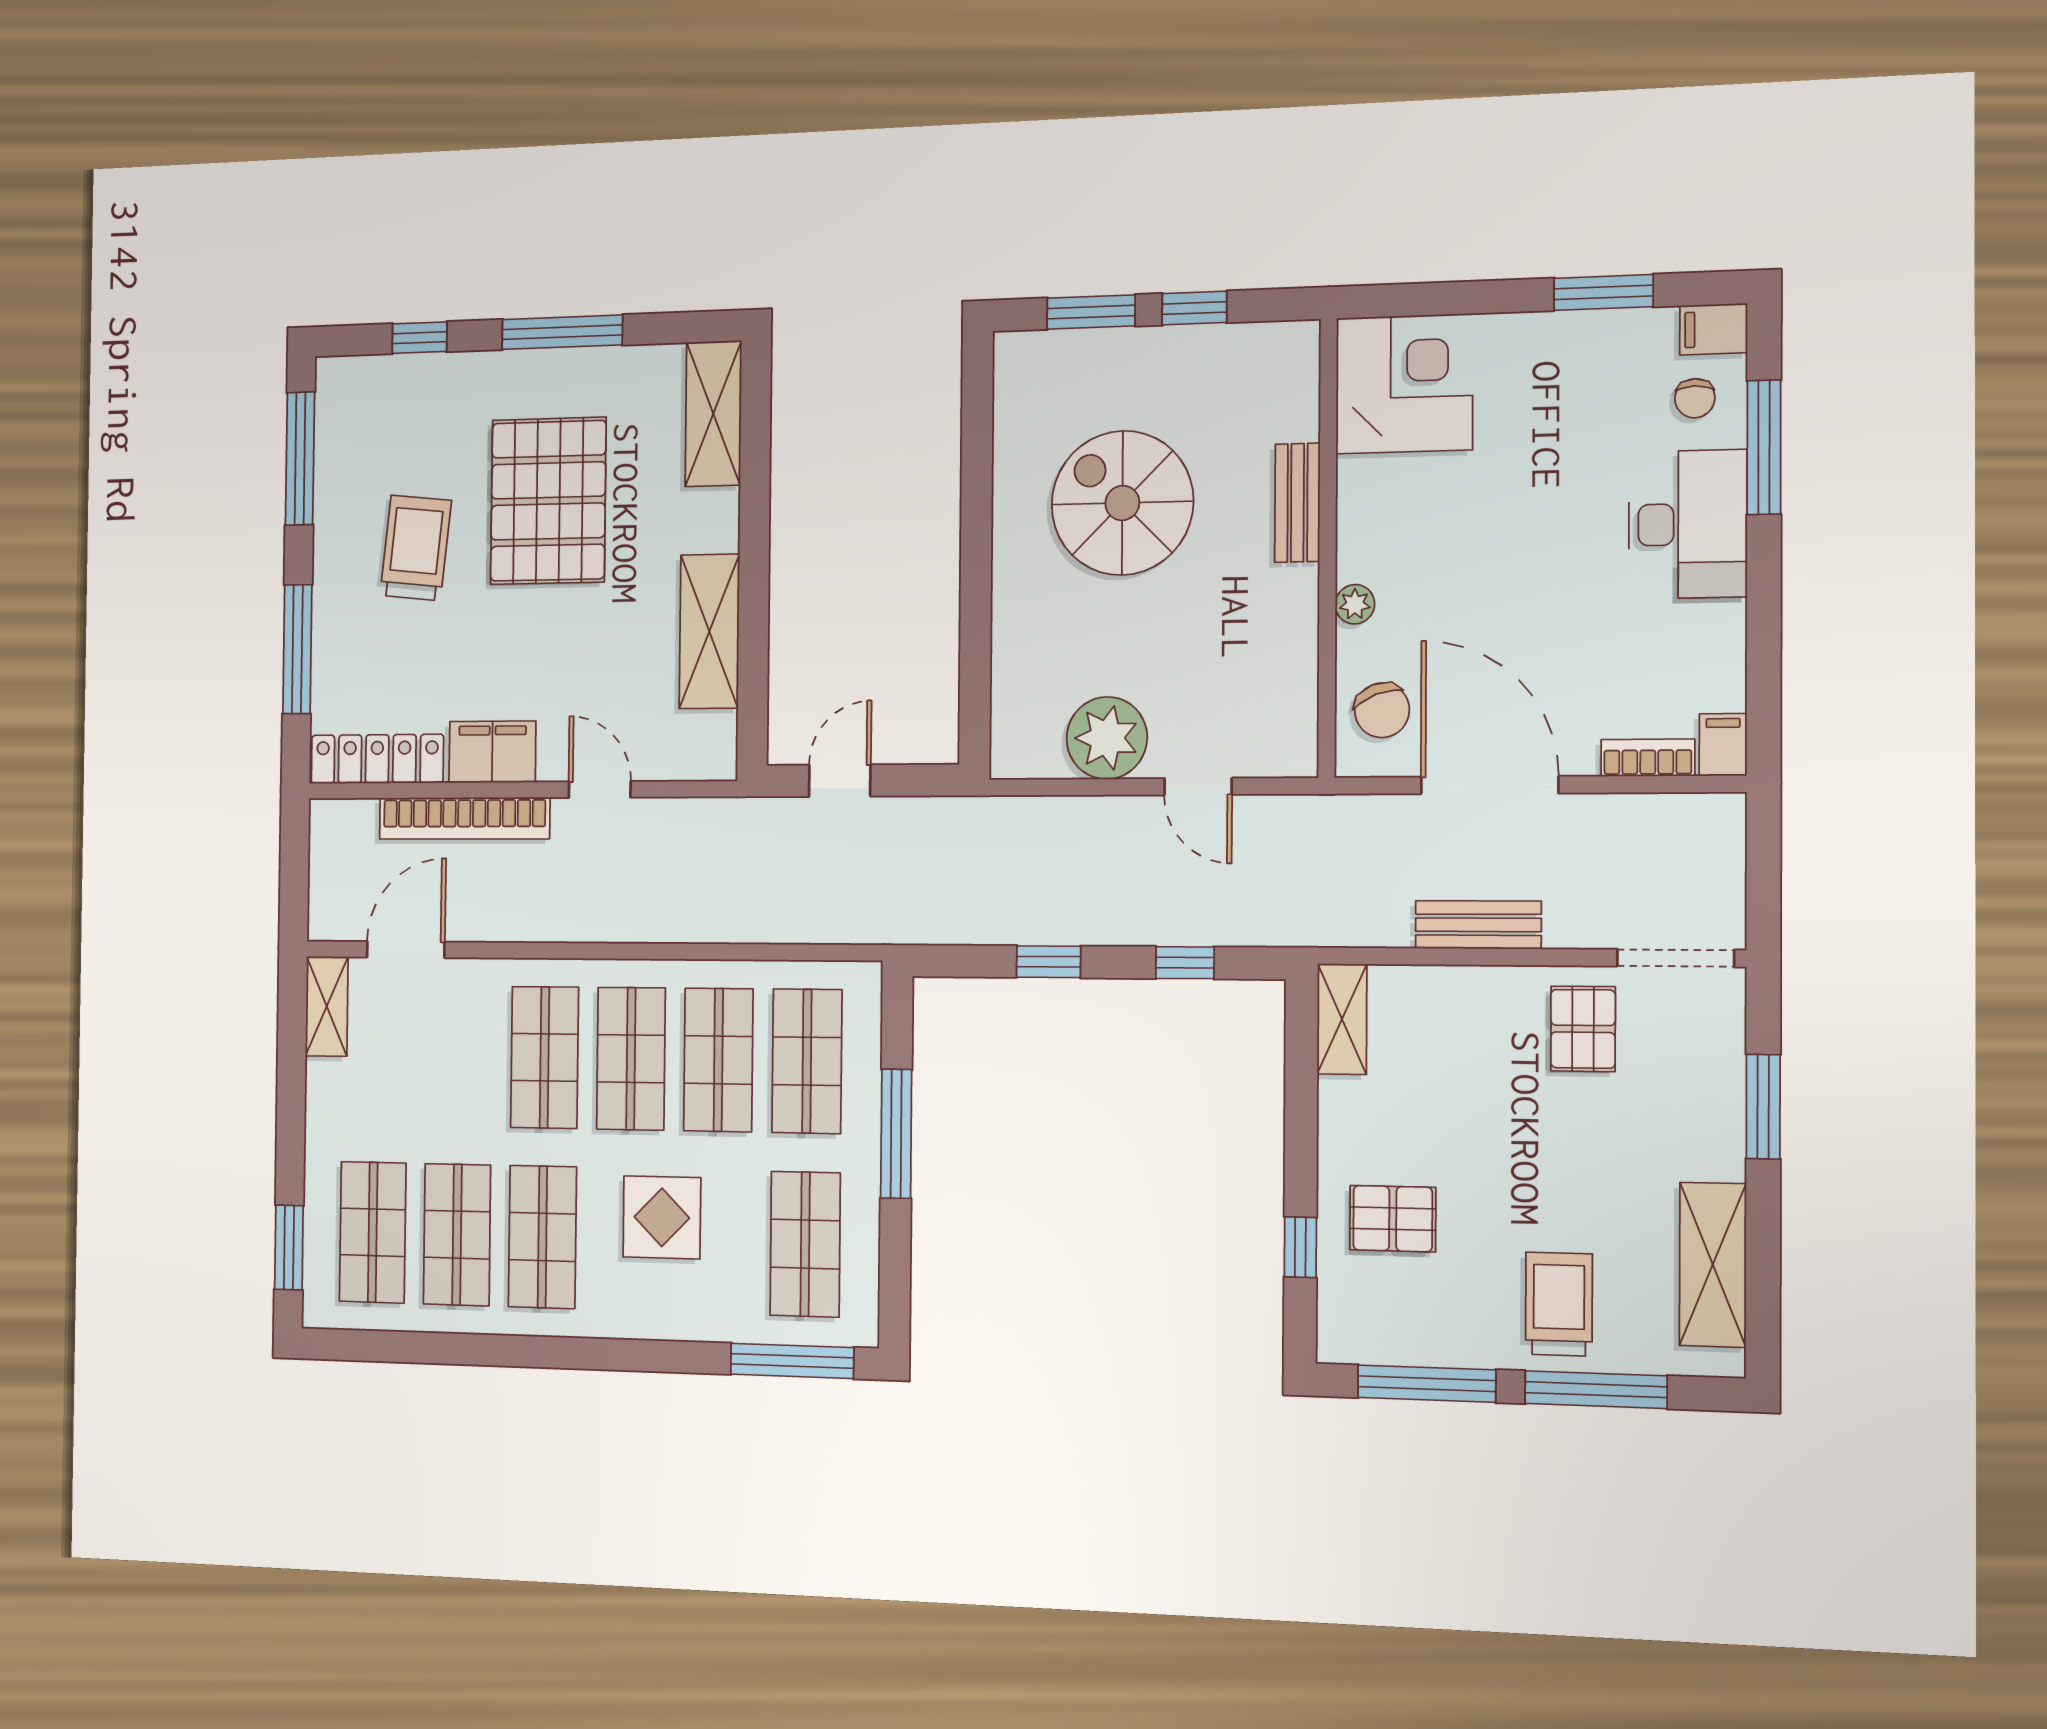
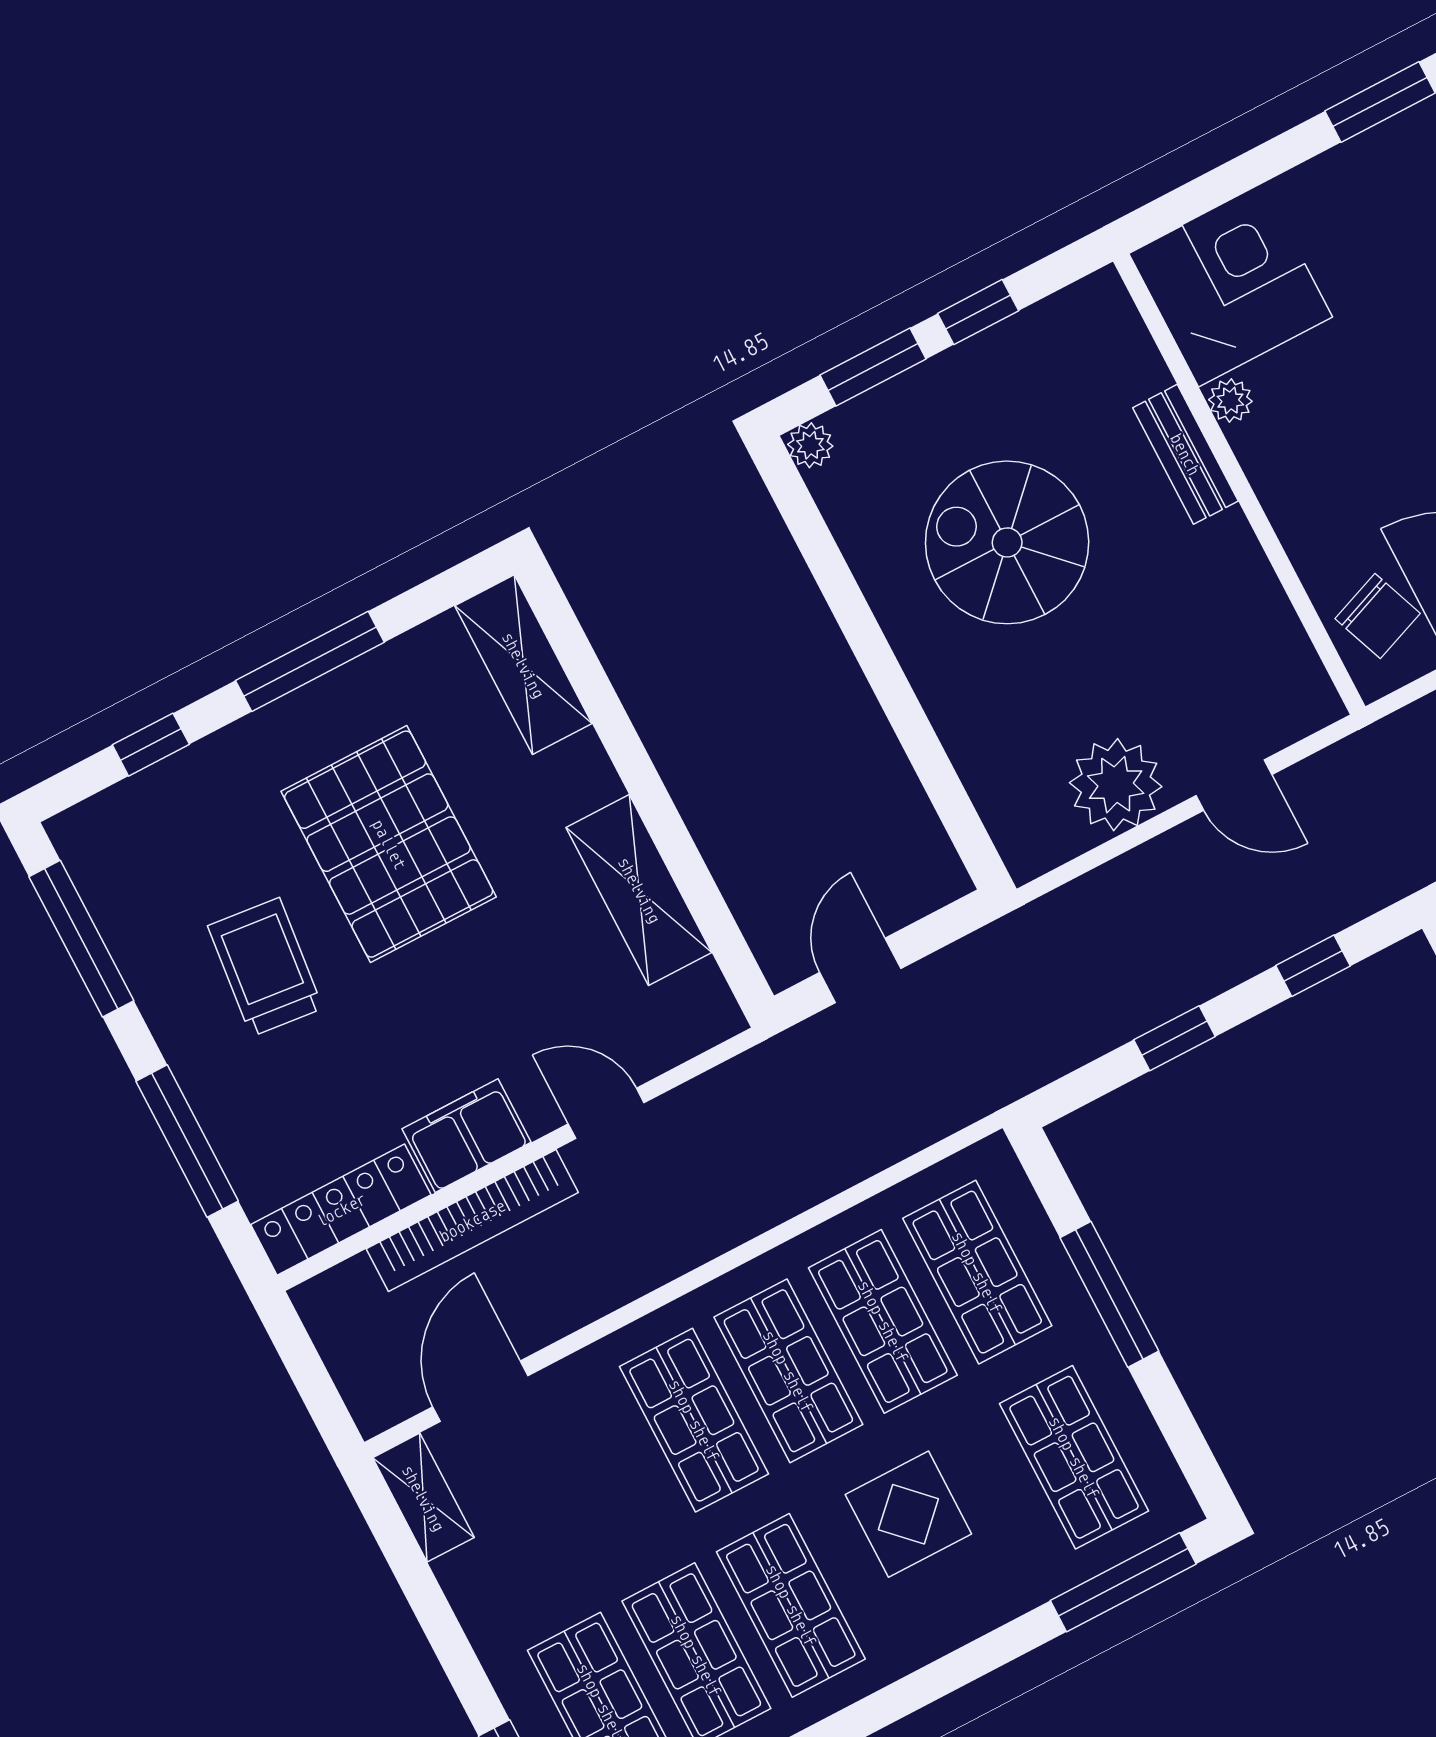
plant: (1012, 350) -> (810, 445), added
plant: (1355, 604) -> (1230, 401), moved

